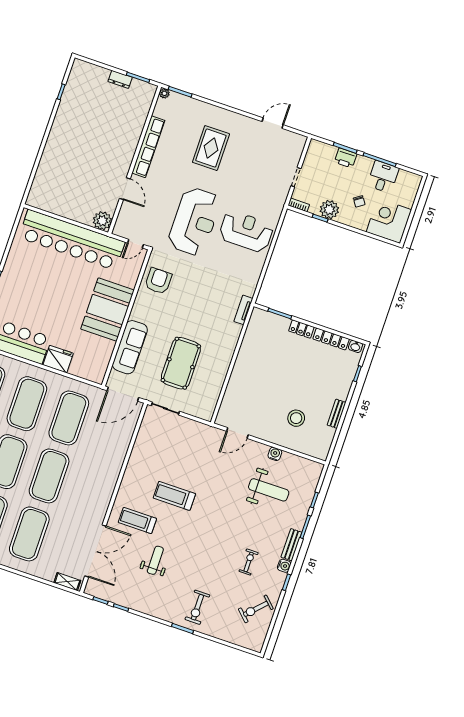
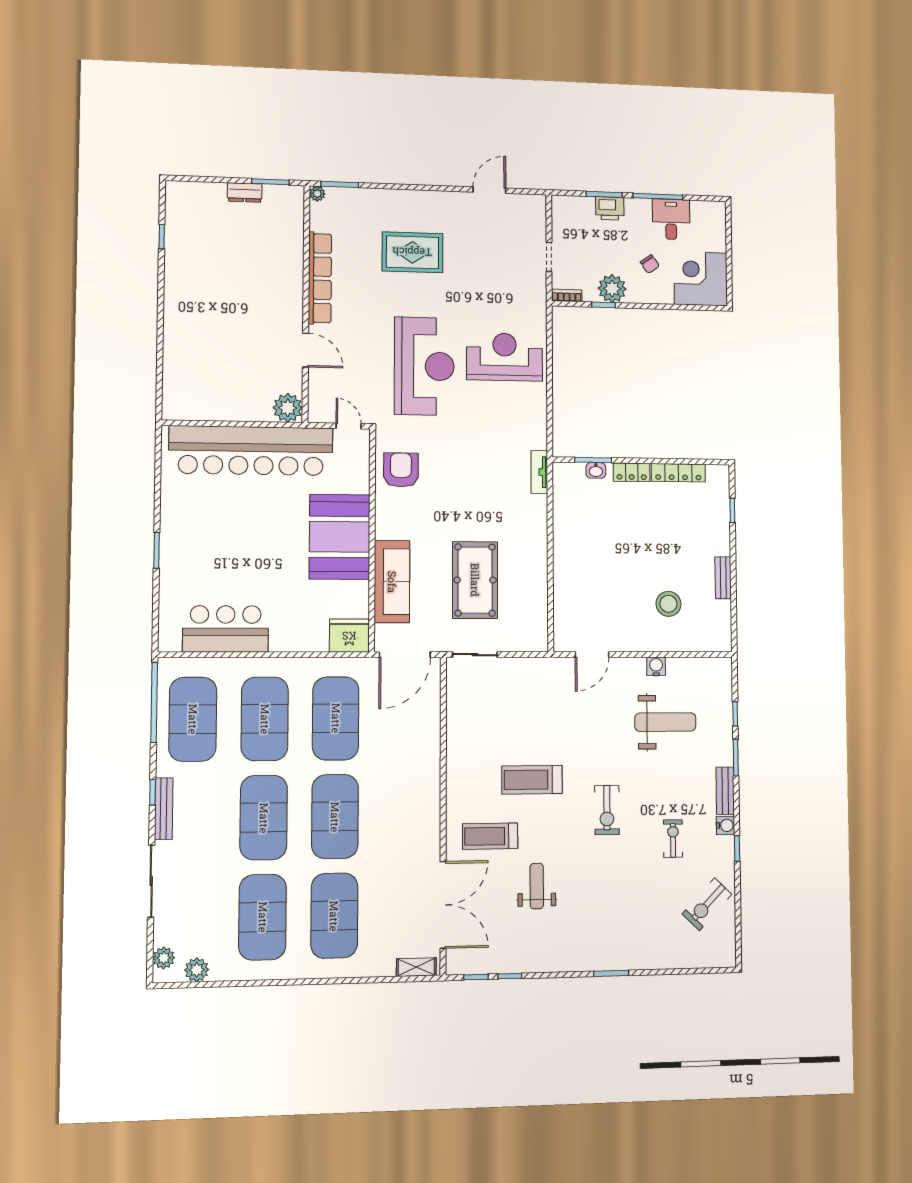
rug: (211, 148) -> (412, 252), turned 90
door: (135, 244) -> (349, 426), swing flipped
washbasin: (355, 346) -> (596, 470), moved
fridge: (58, 359) -> (349, 636), moved
exercise bike: (197, 607) -> (607, 810), moved

